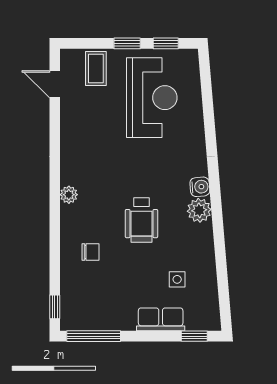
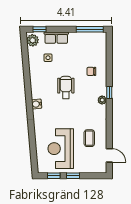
coffee table: (96, 69) -> (89, 138), moved
plant: (199, 210) -> (33, 40), moved
window: (55, 307) -> (109, 93), moved

